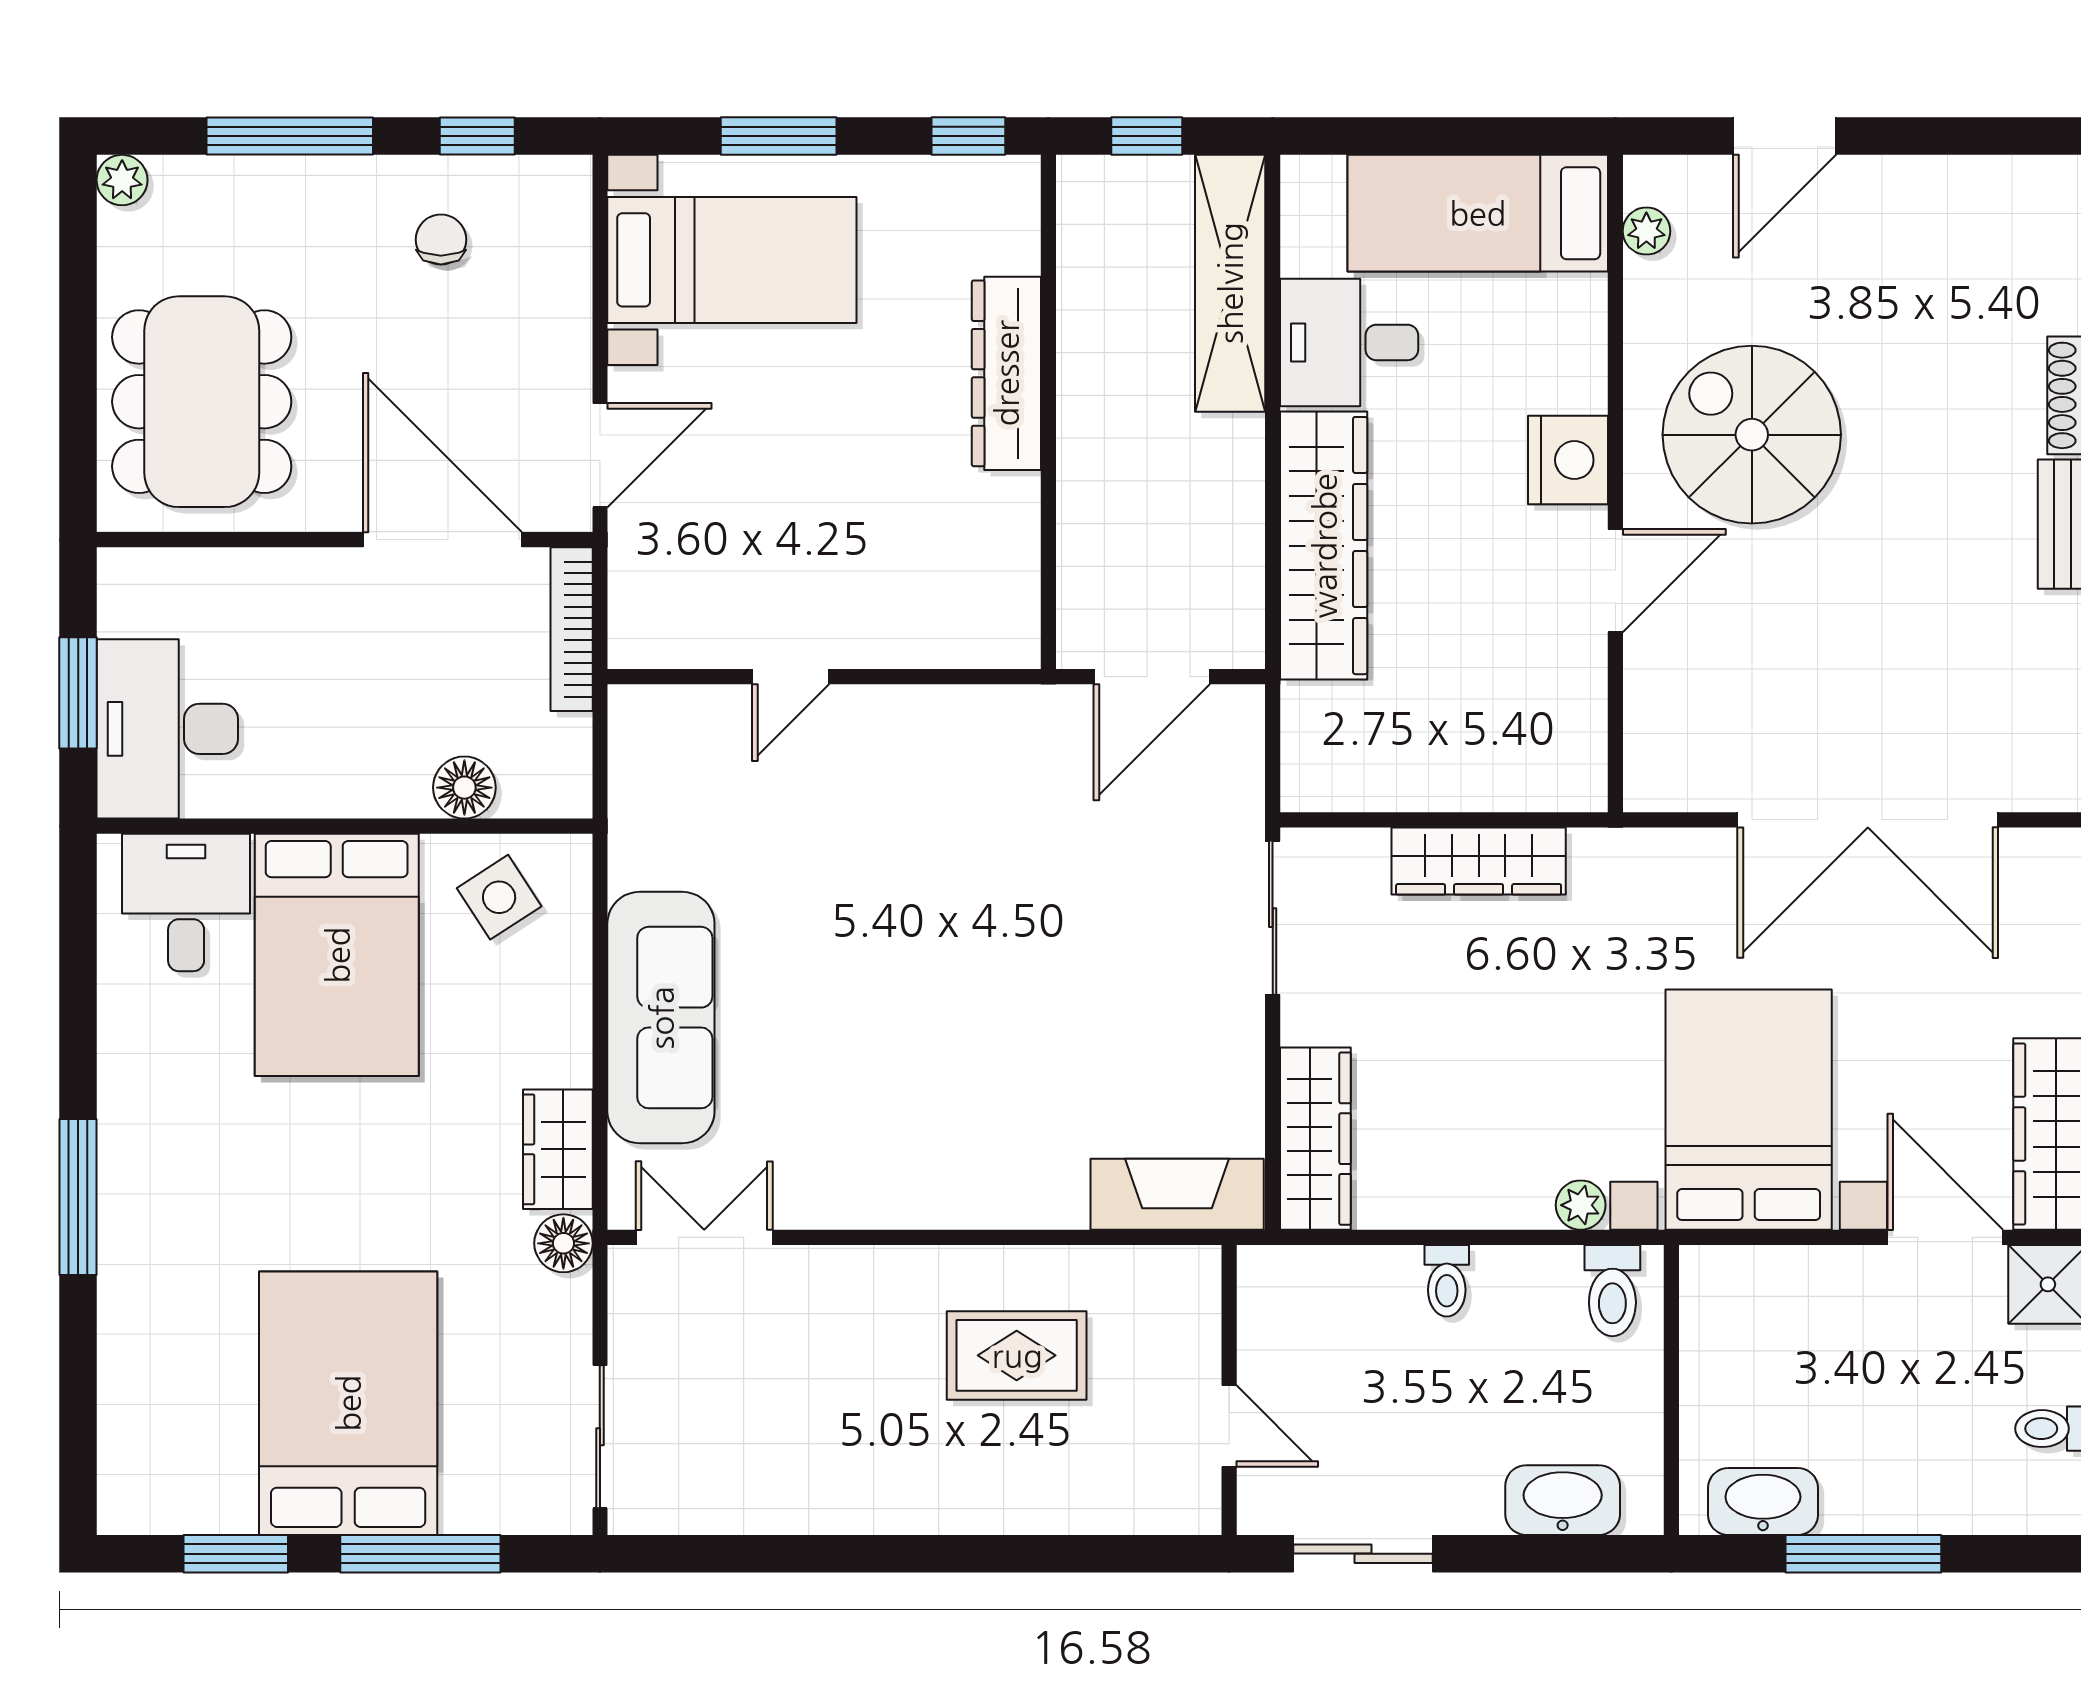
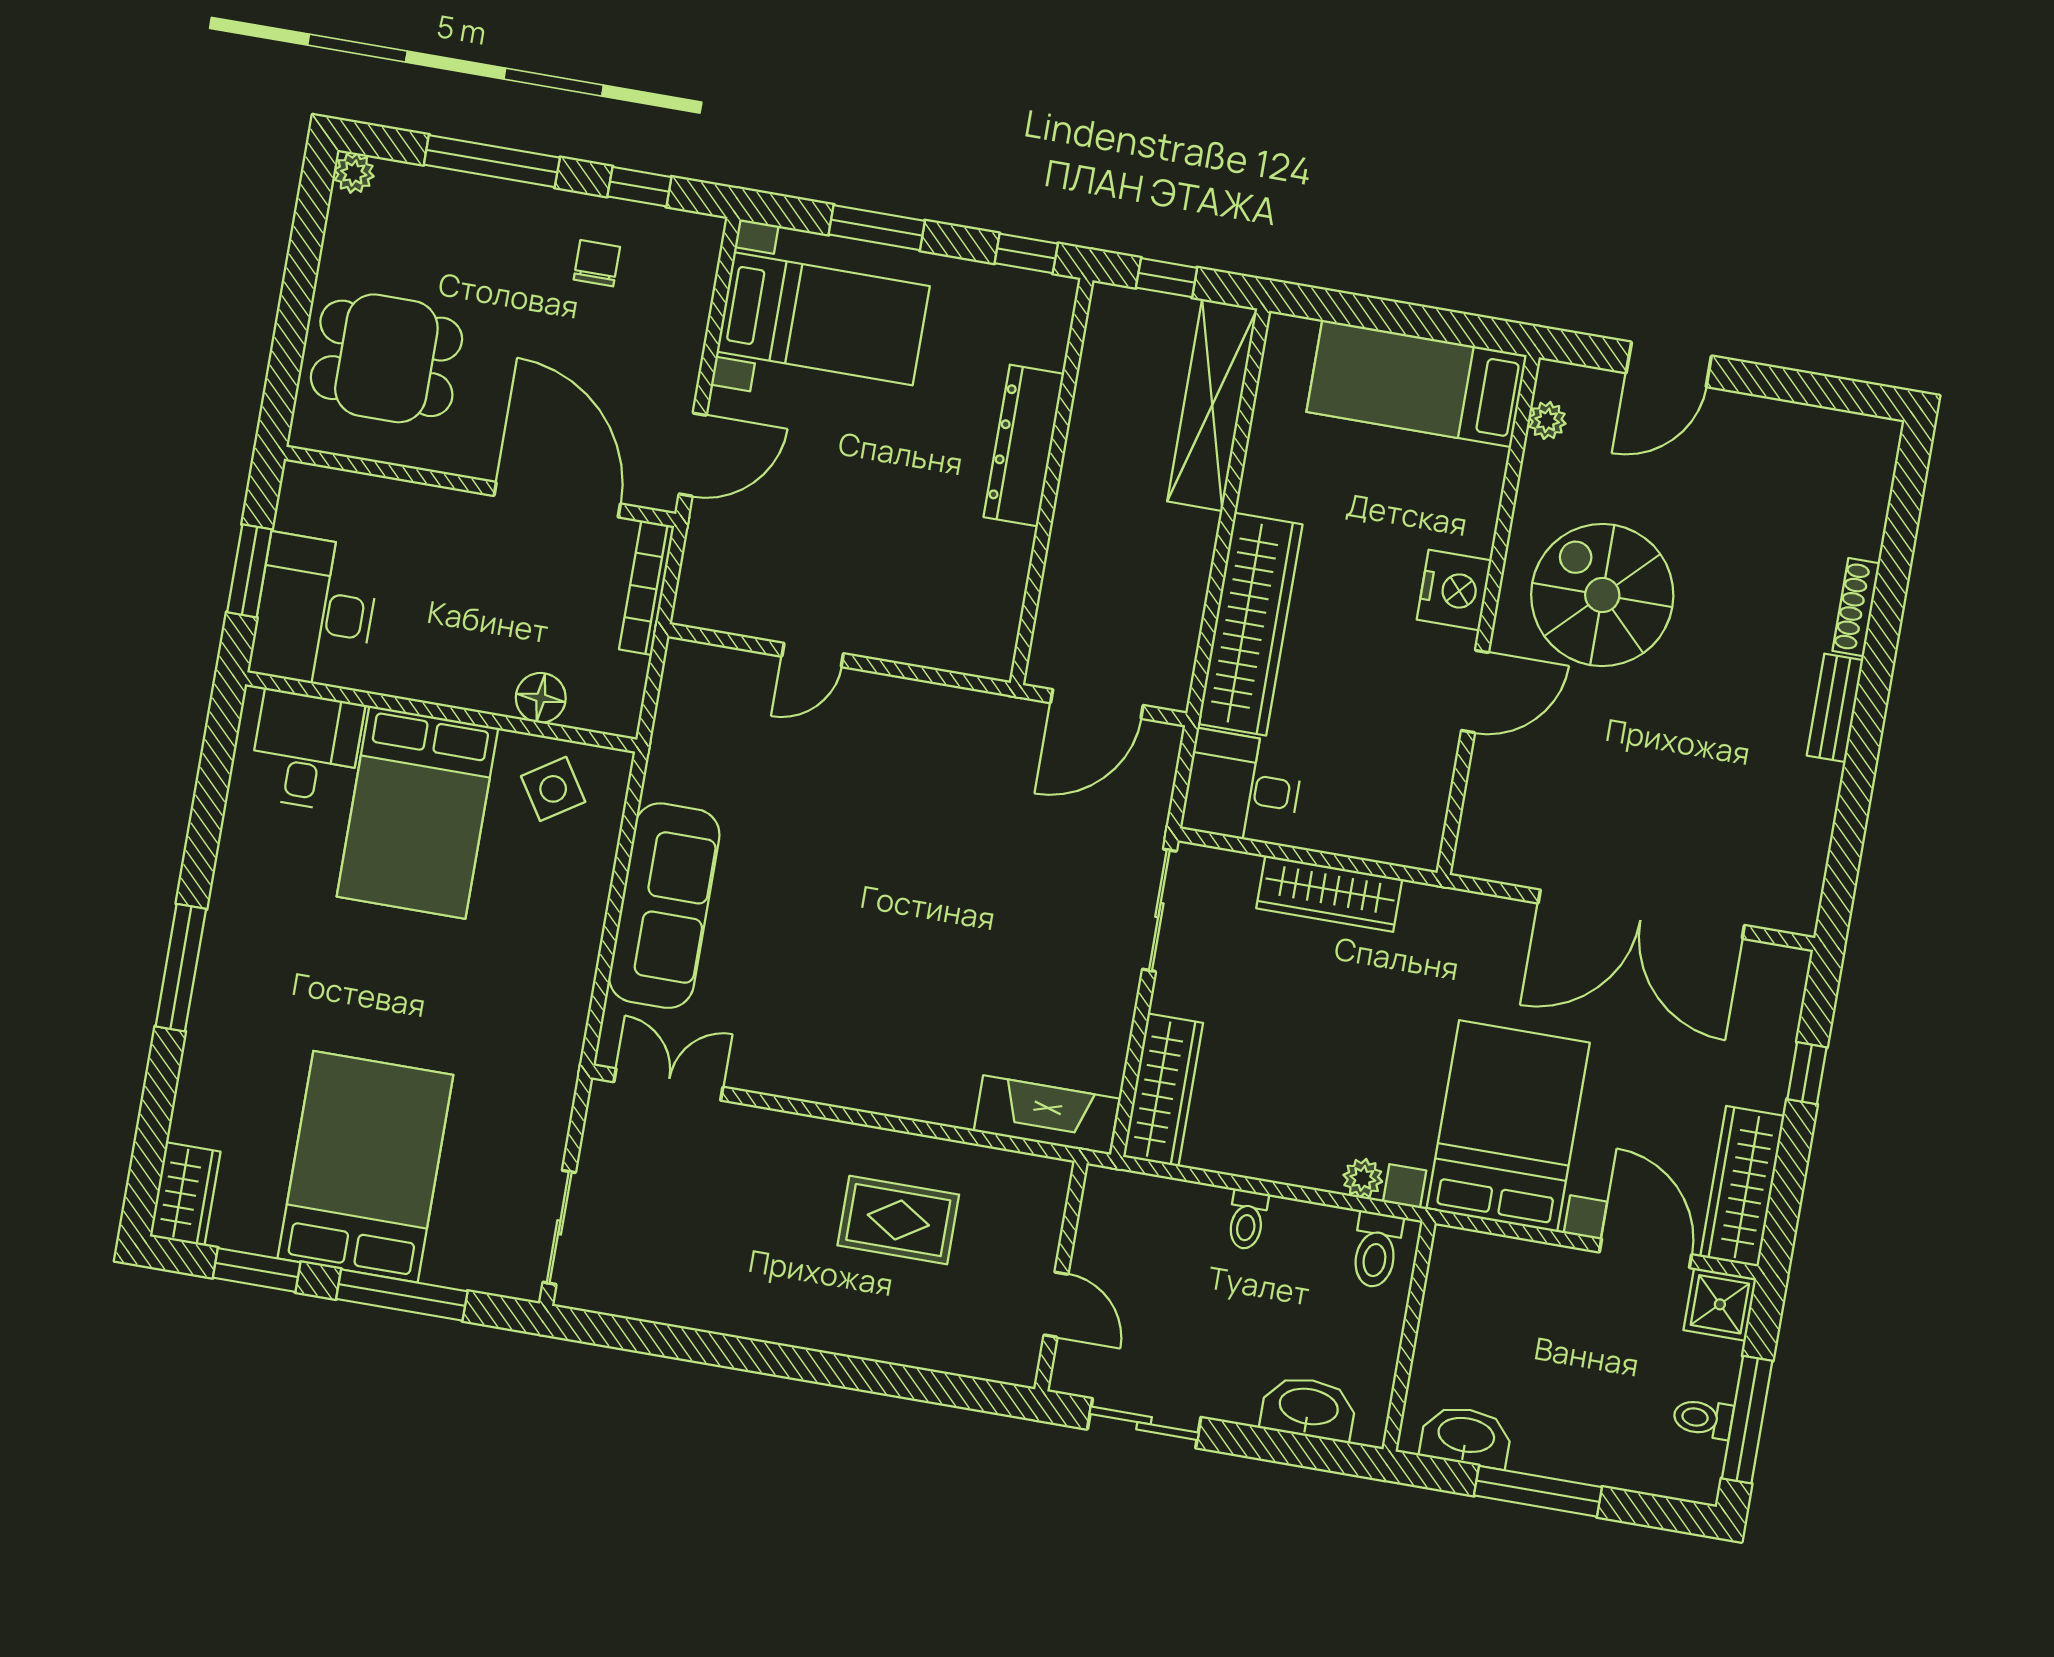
desk: (1349, 342) -> (1243, 787), moved
dining table: (202, 402) -> (386, 358), width x0.73
wardrobe: (558, 1149) -> (185, 1194), moved, turned 180
floor lamp: (563, 1243) -> (557, 1070), removed

